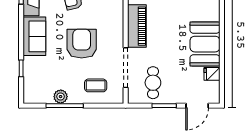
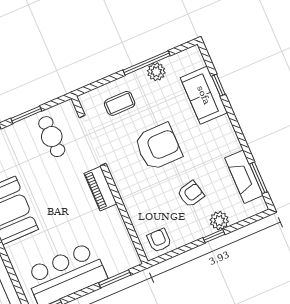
piano: (137, 26) -> (100, 189), width x0.73, depth x0.75
sofa: (34, 36) -> (204, 95), moved
armchair: (82, 44) -> (158, 147), turned -90

